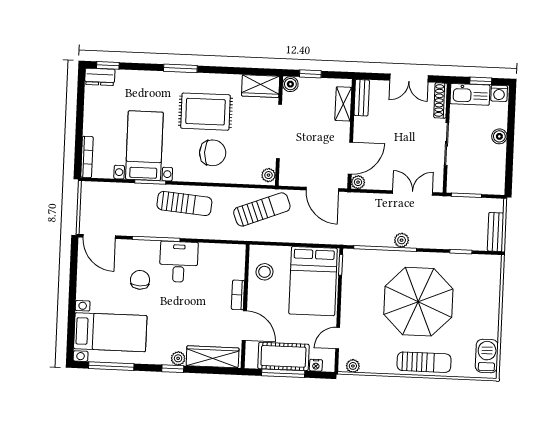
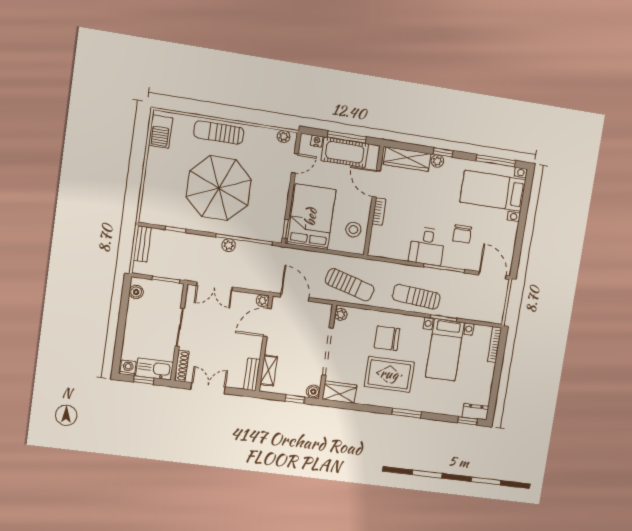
boiler: (499, 136) -> (136, 292), moved
sun lounger: (262, 209) -> (350, 285), turned -143

